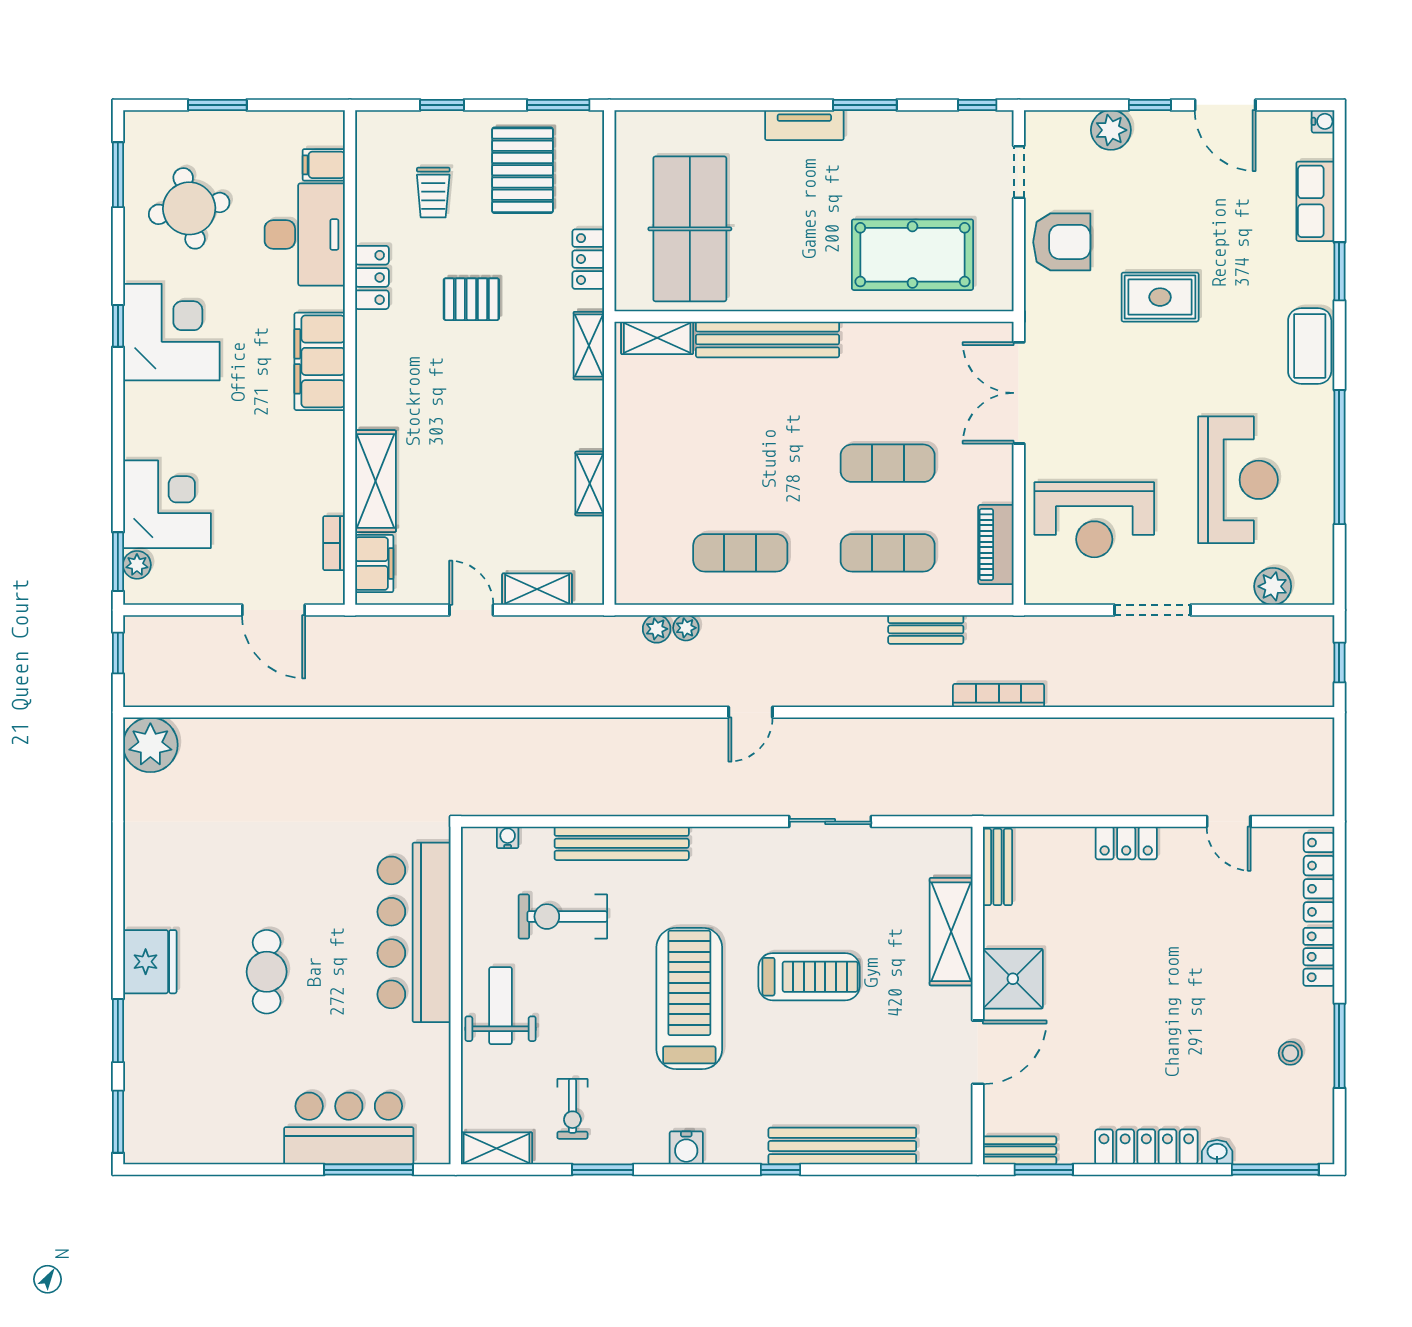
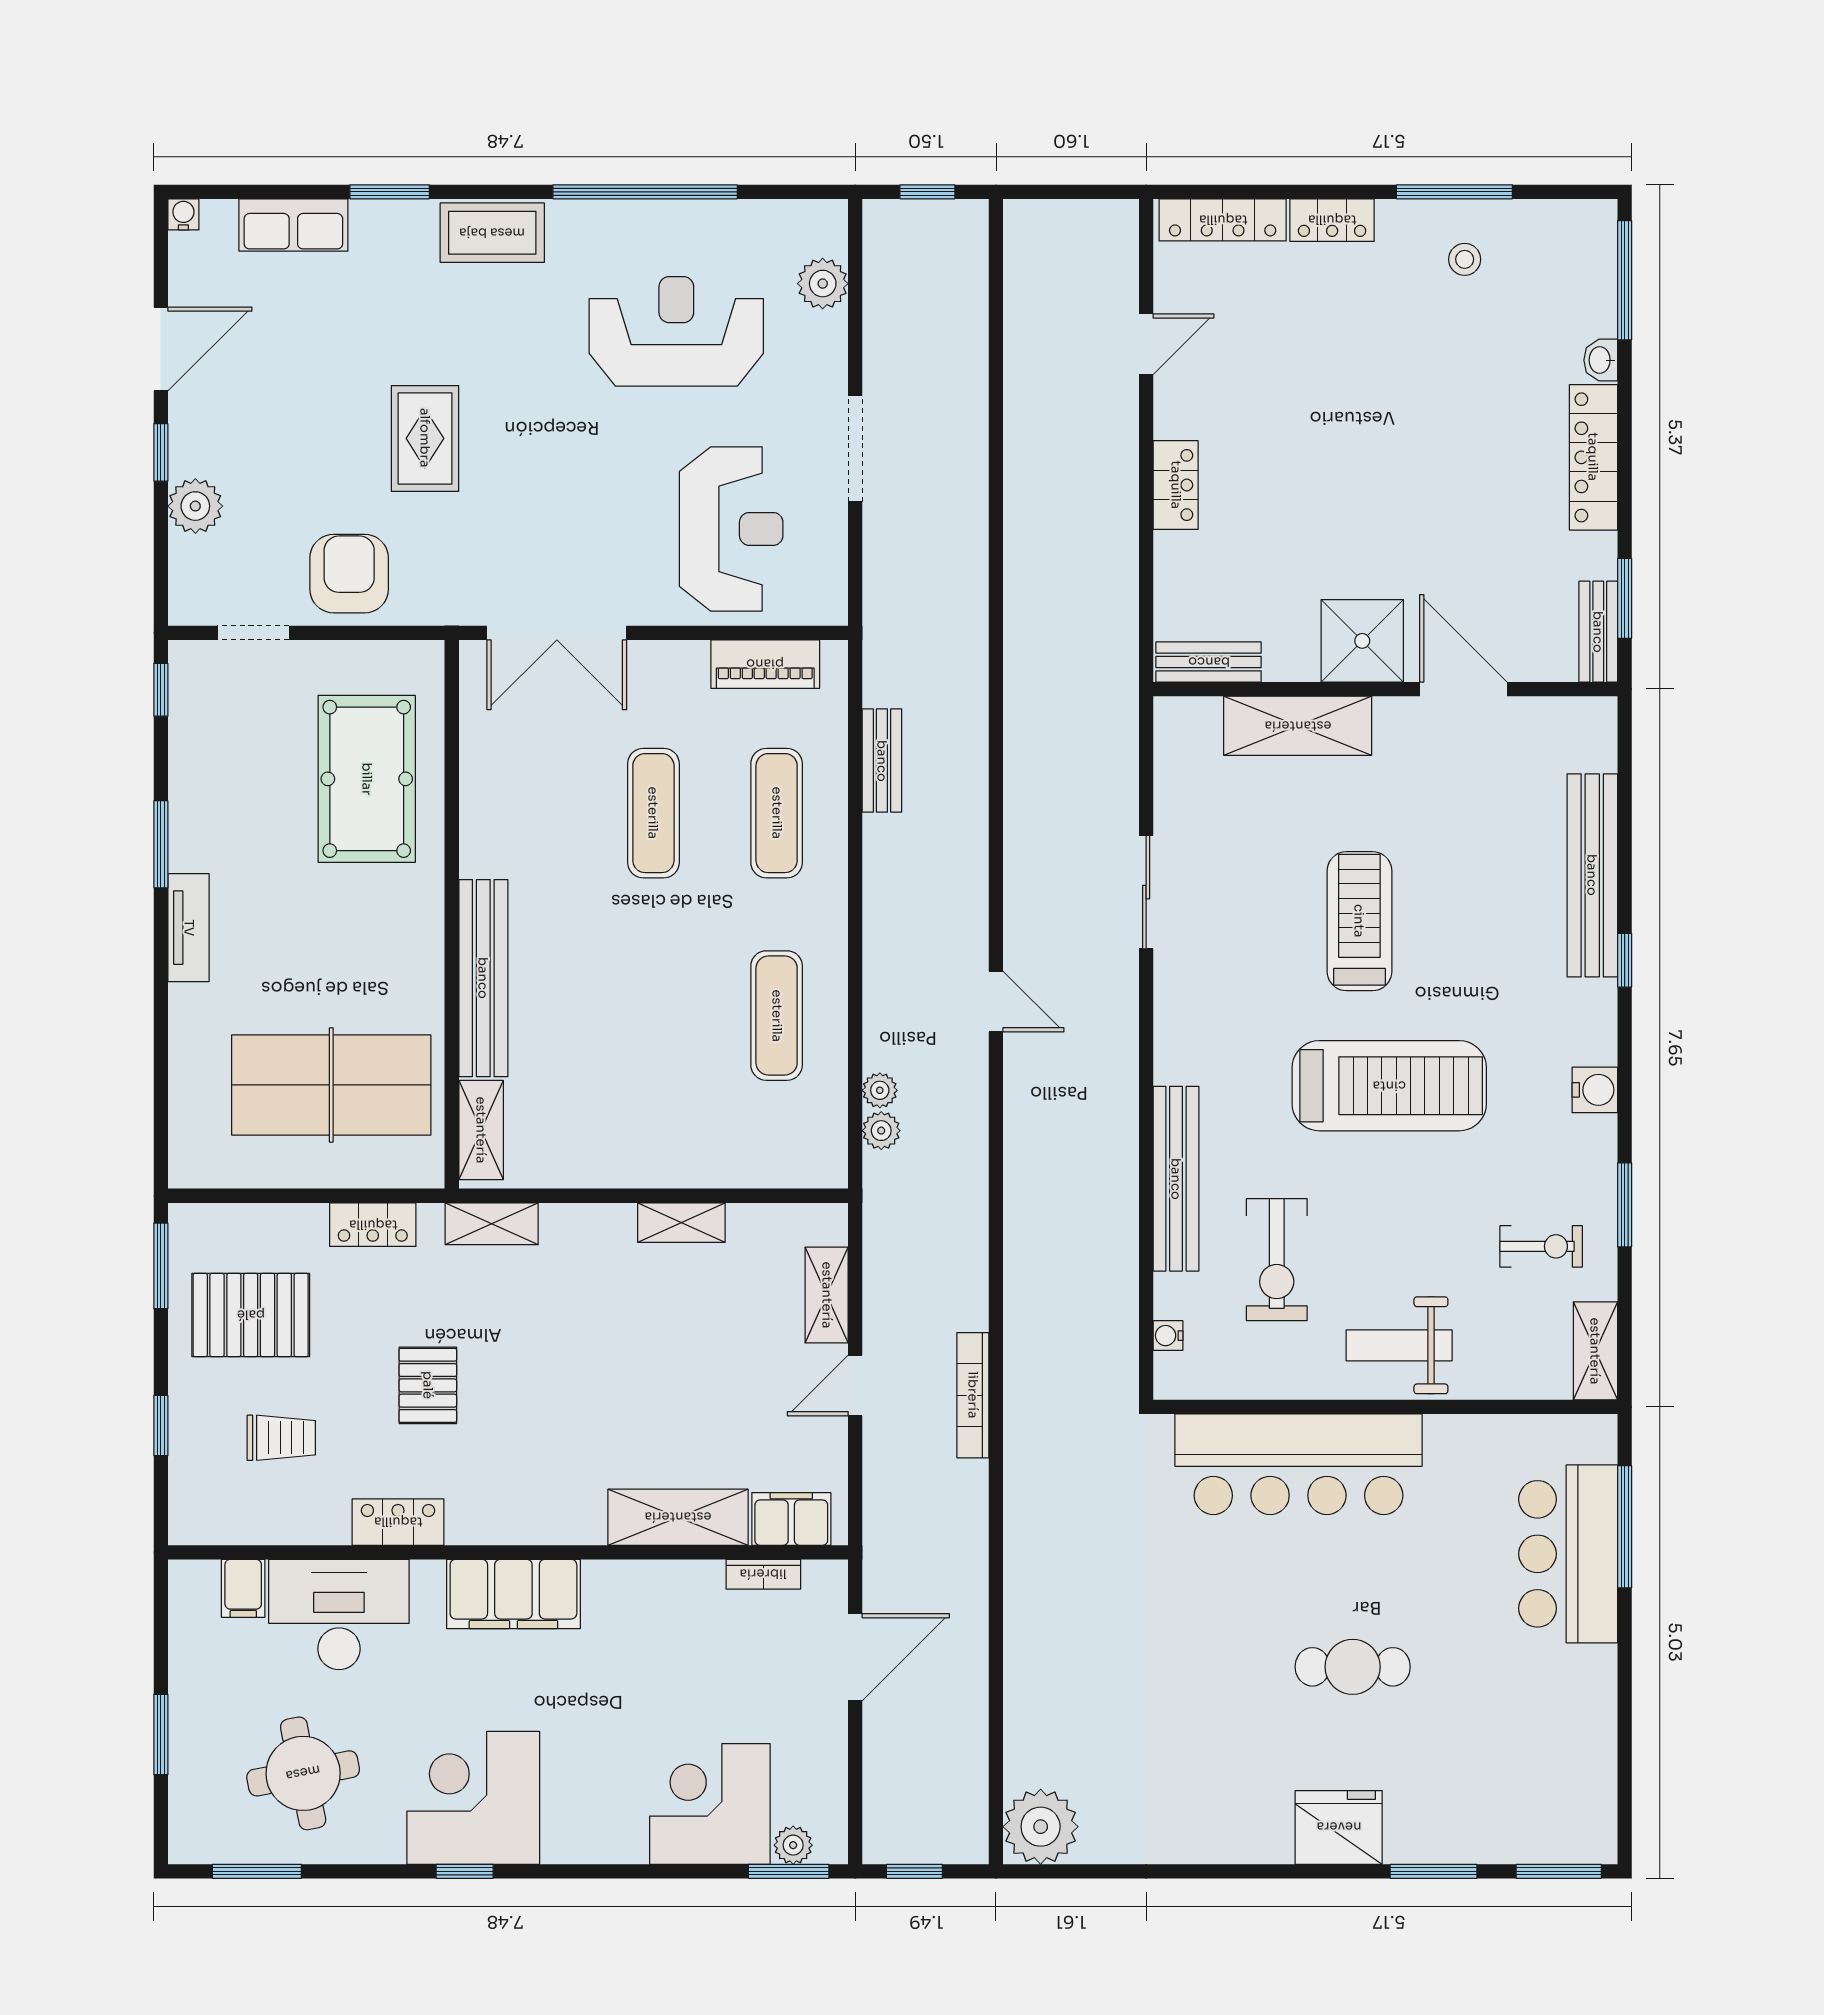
bookcase: (999, 696) -> (973, 1395), moved
treadmill: (689, 998) -> (1389, 1086), turned 180

